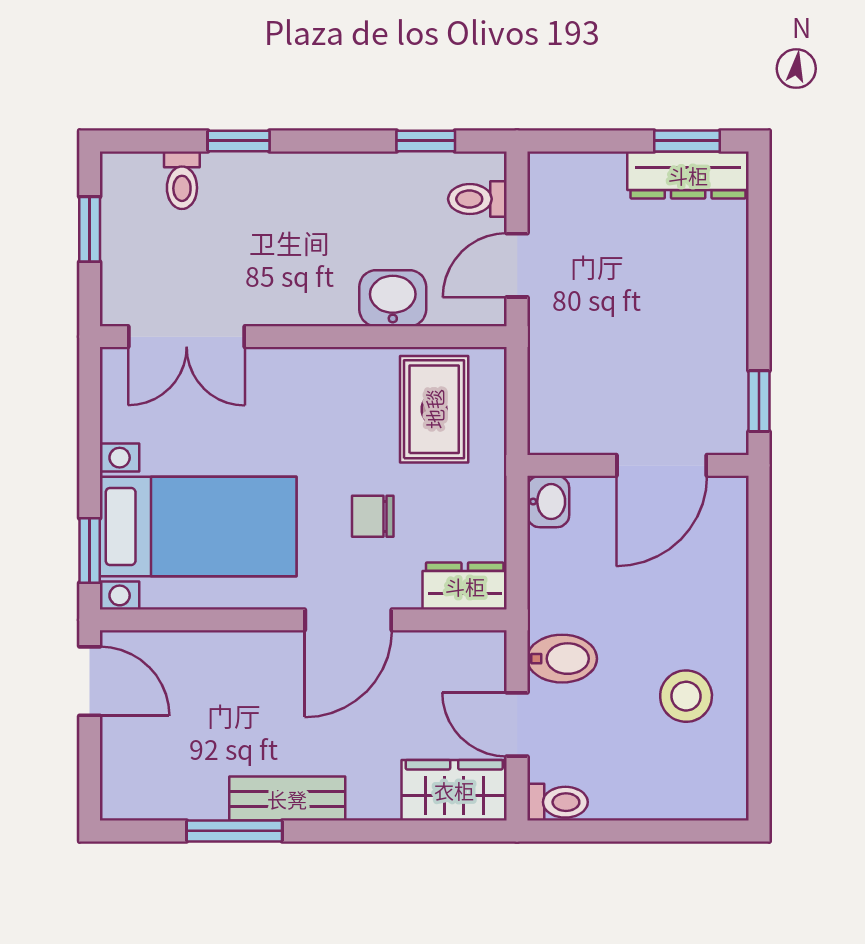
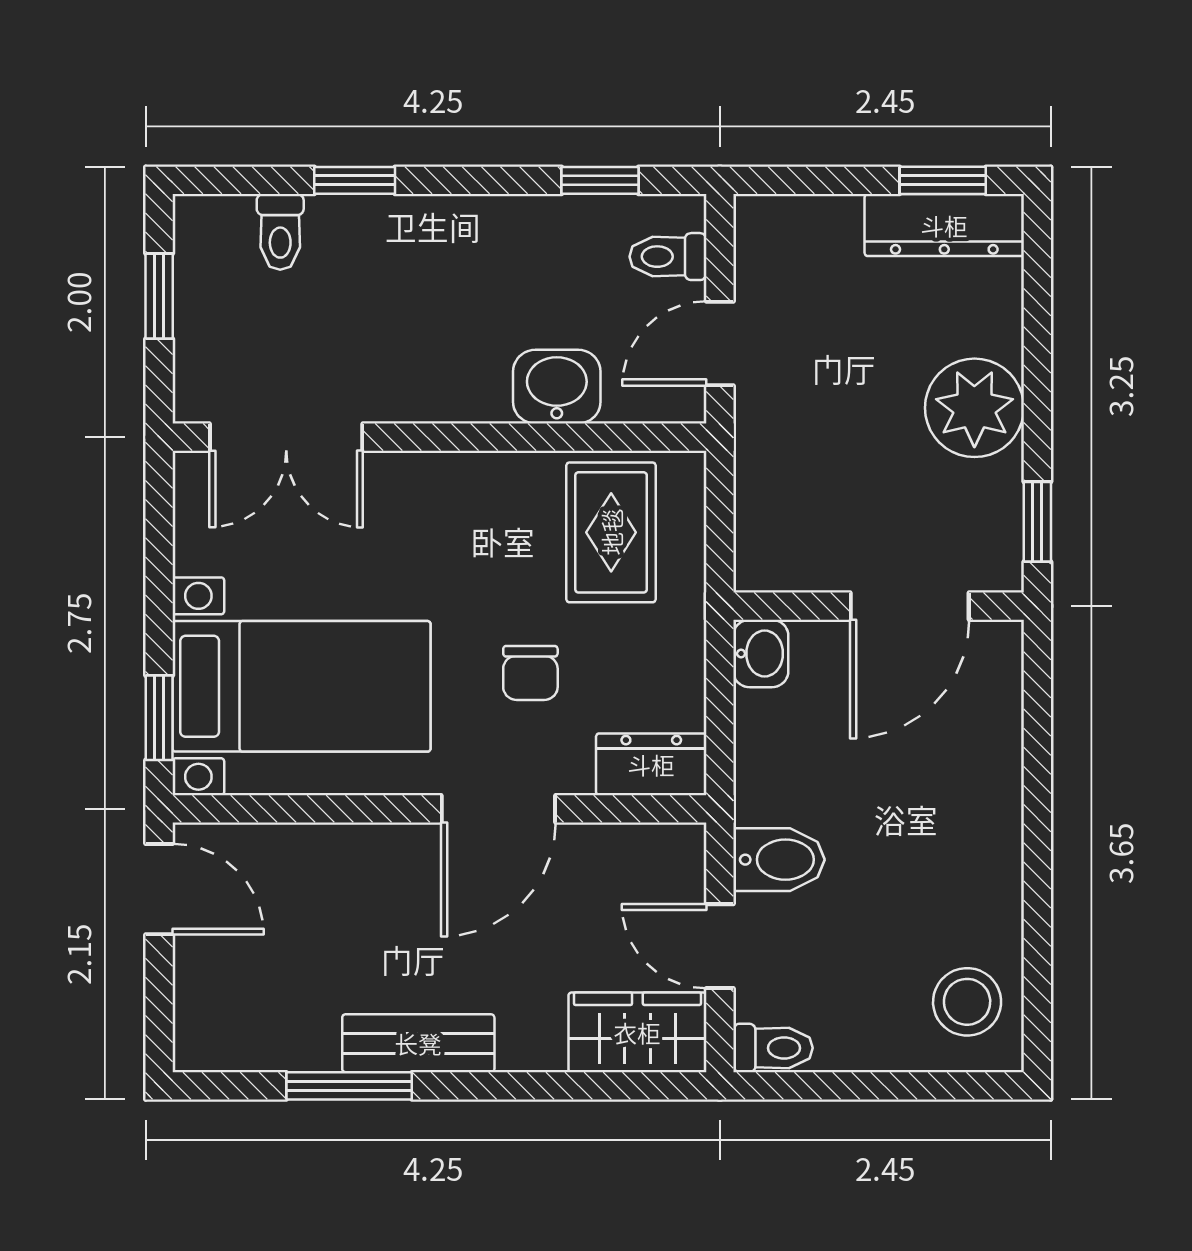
plant: (711, 314) -> (974, 408), added
chair: (373, 516) -> (530, 673), turned -90
stool: (686, 696) -> (967, 1002), moved

